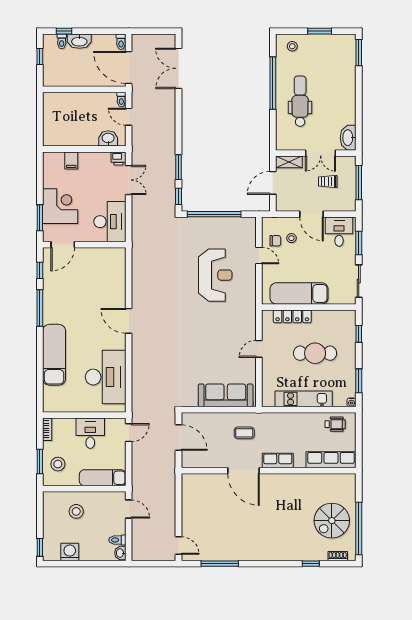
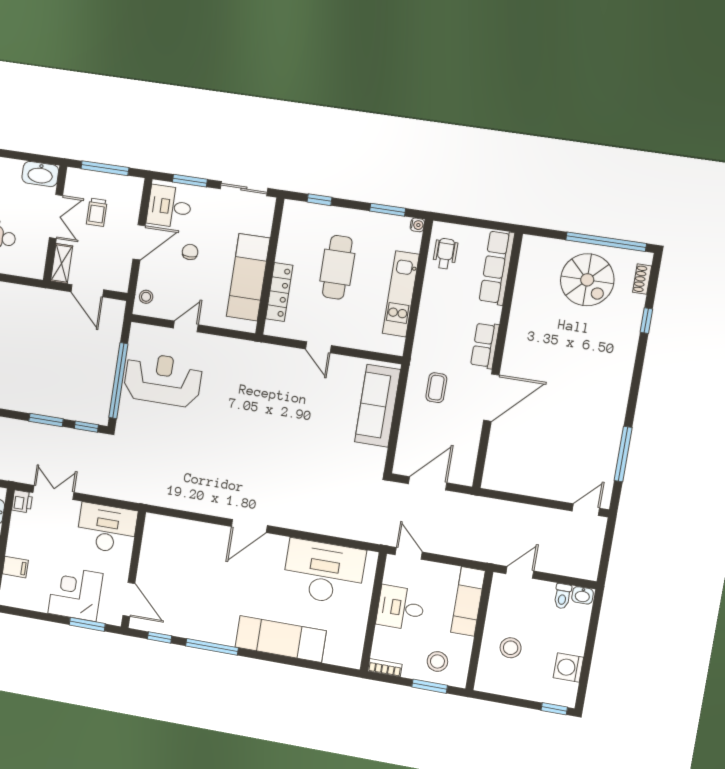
stool: (291, 238) -> (146, 297), moved
chair: (275, 241) -> (190, 252), moved
reception desk: (215, 275) -> (163, 379), moved

